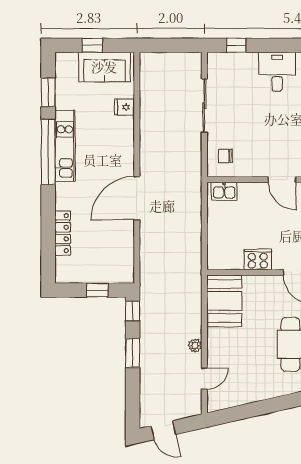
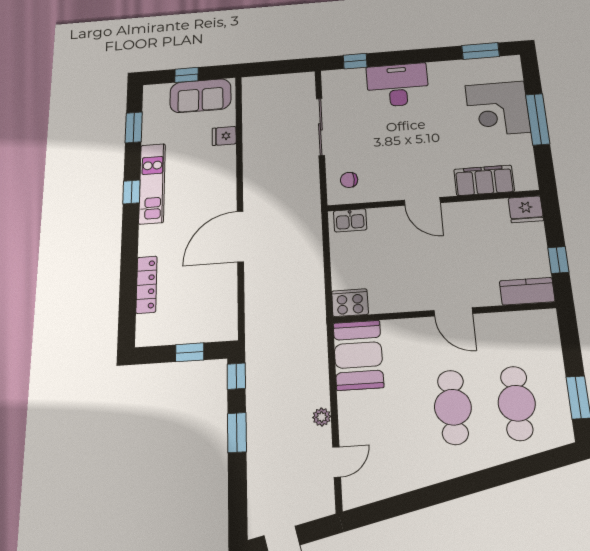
desk: (277, 72) -> (398, 85), width x1.37
window: (48, 152) -> (131, 192), width x0.32
cooker: (258, 259) -> (350, 303), moved

